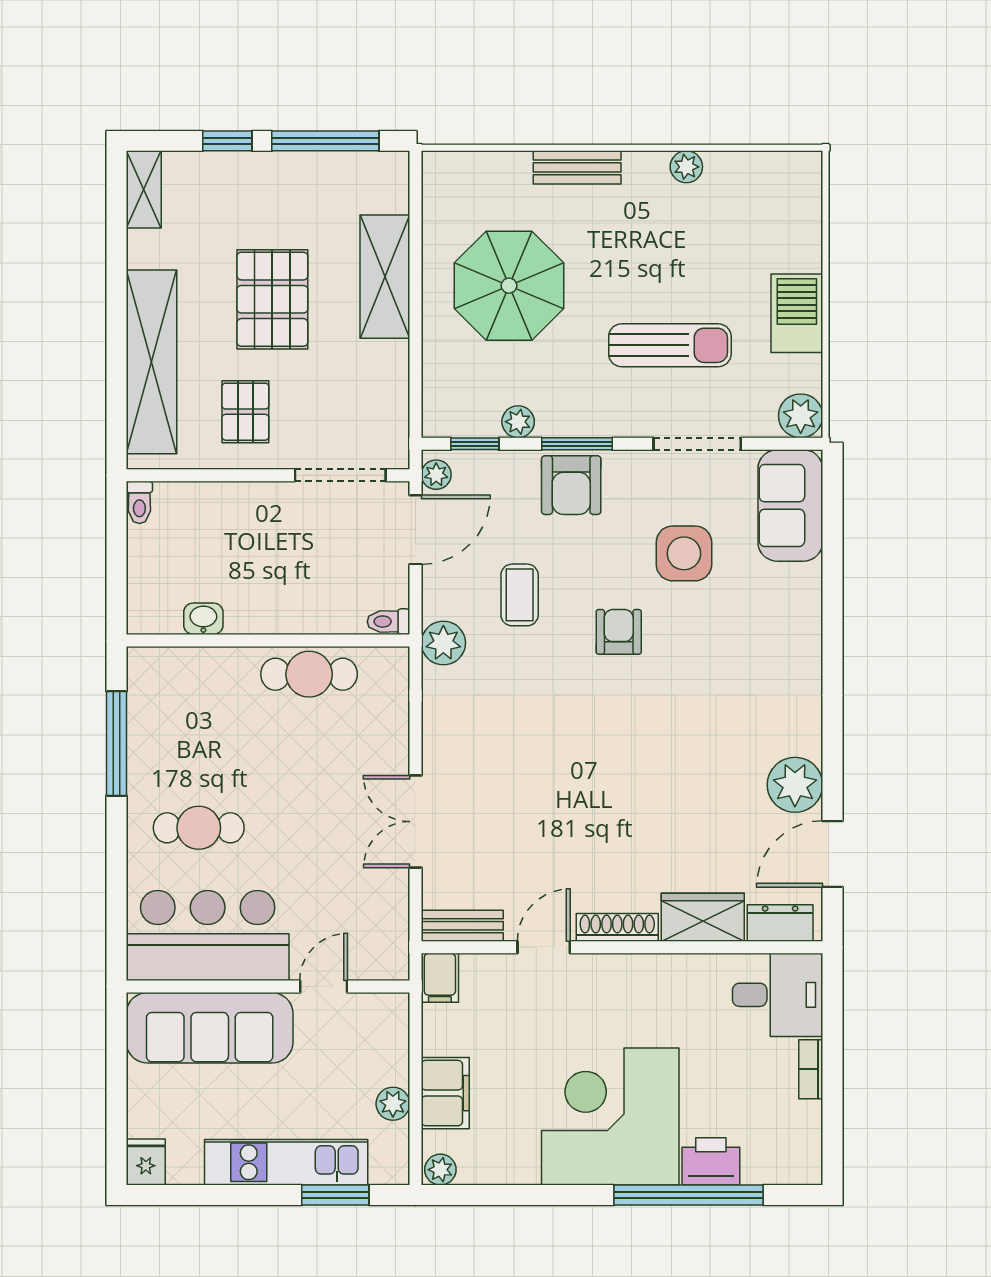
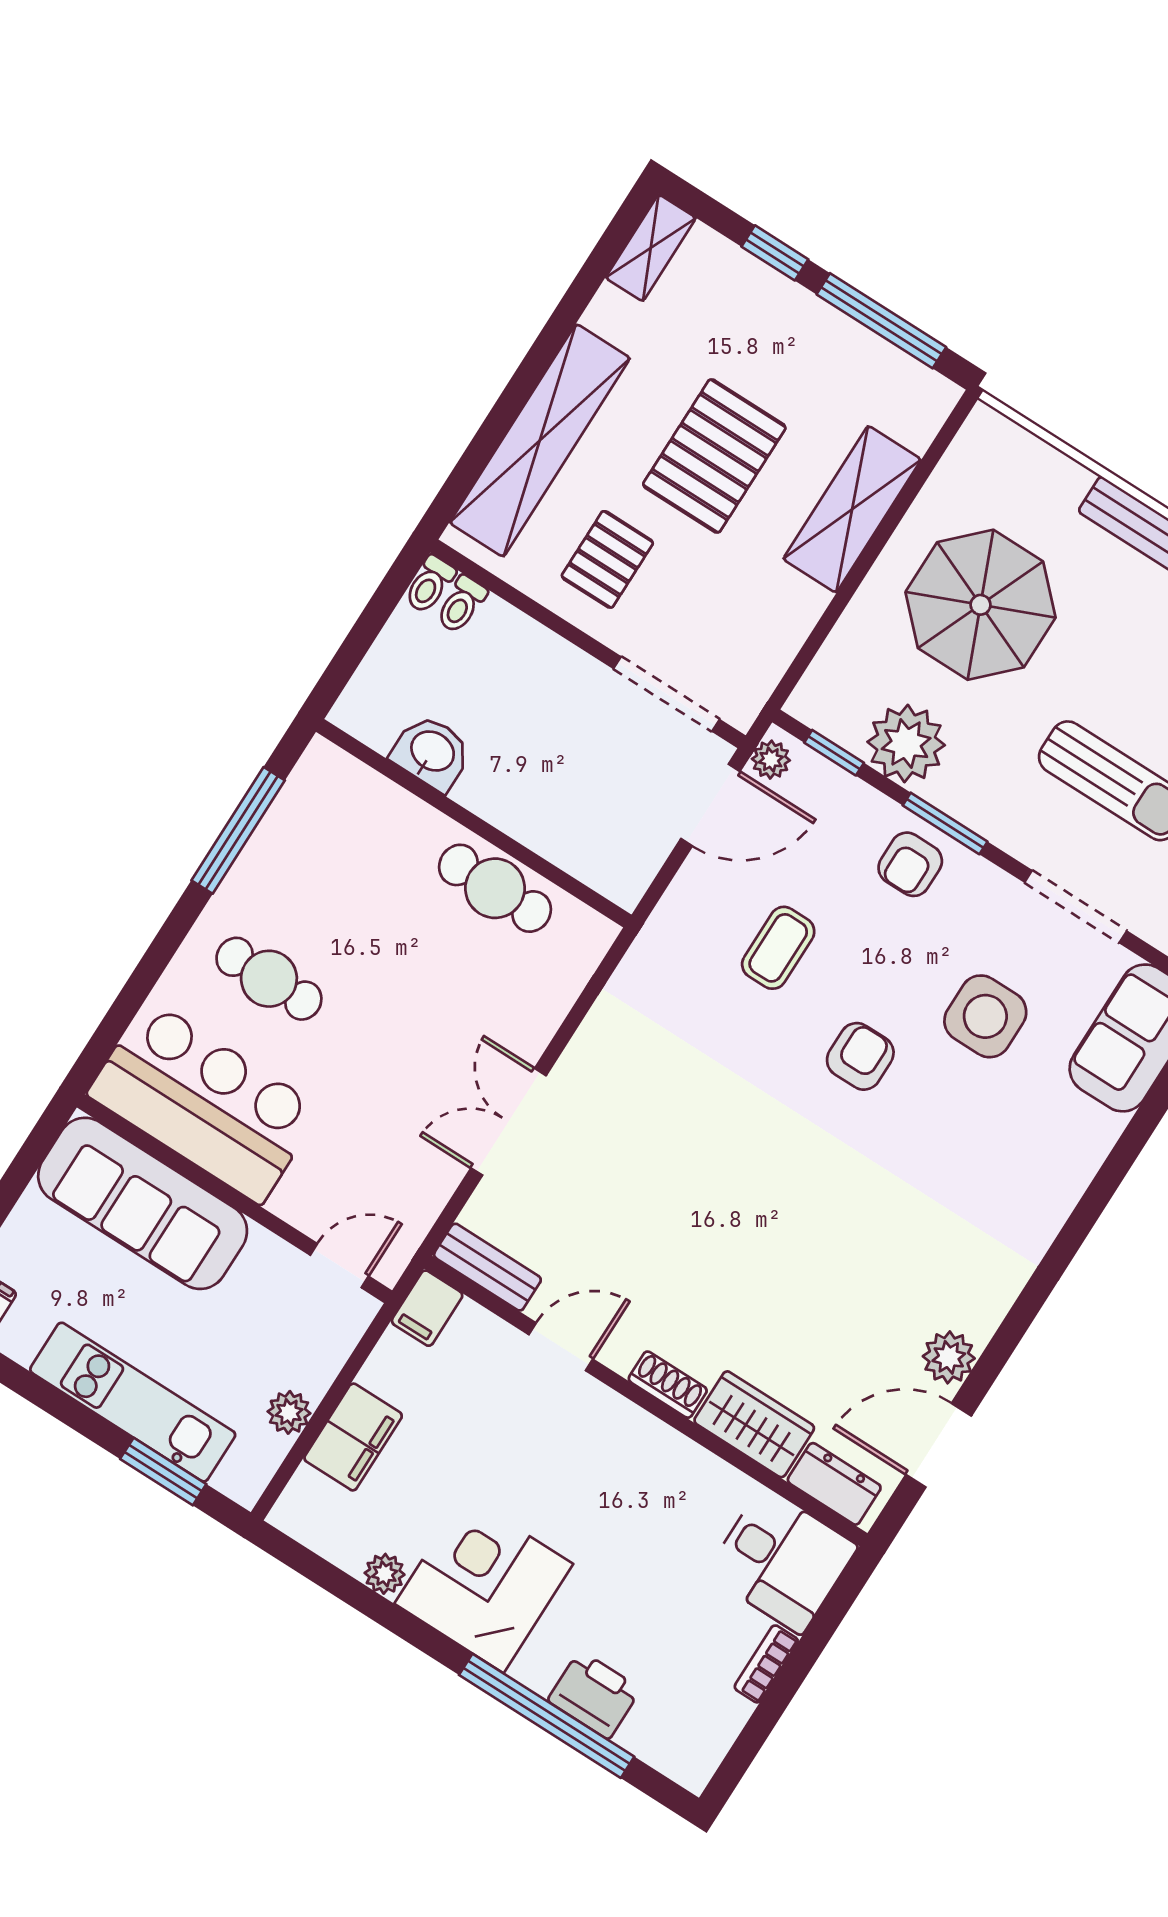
plant: (518, 422) -> (906, 744), width x1.87, depth x1.87
armchair: (571, 485) -> (910, 864), width x0.72, depth x0.72
washbasin: (203, 619) -> (432, 753), width x1.38, depth x1.45
toilet: (389, 622) -> (461, 604), moved, turned -90
plant: (443, 643) -> (662, 947), removed
plant: (795, 785) -> (949, 1357), width x0.73, depth x0.73
shoe rack: (617, 927) -> (668, 1385), width x0.70
door: (324, 987) -> (339, 1266), moved
corner desk: (610, 1117) -> (484, 1584), width x0.74, depth x0.74
plant: (440, 1170) -> (385, 1574), moved

